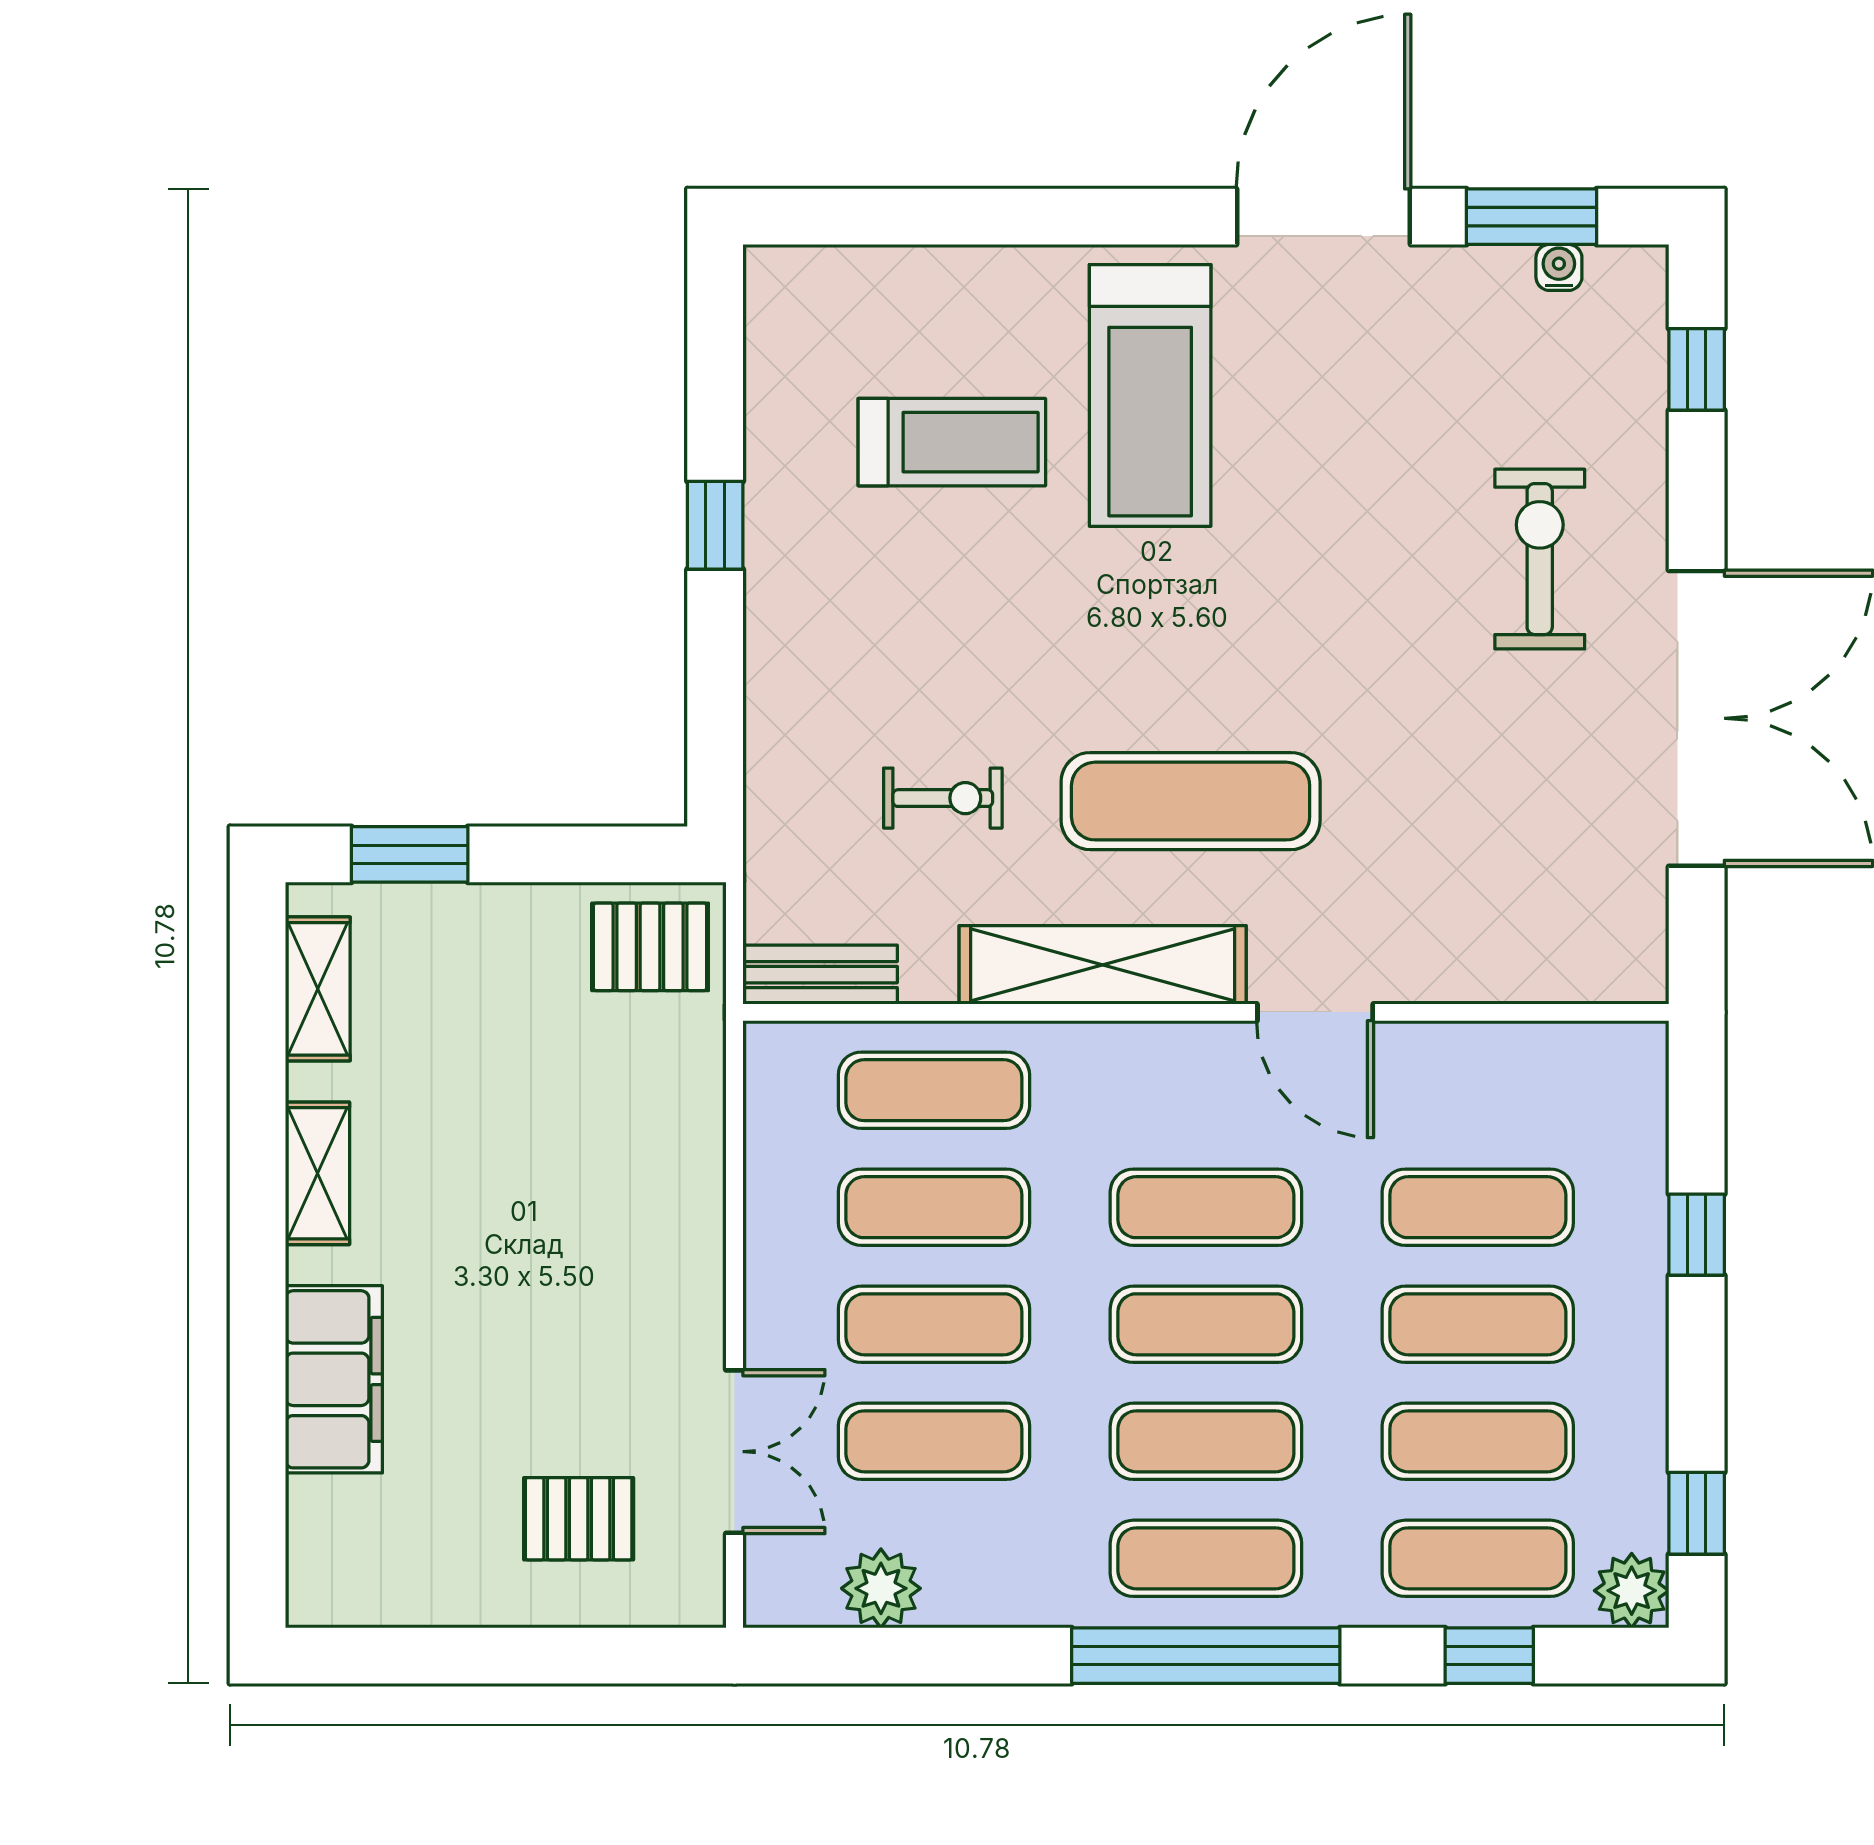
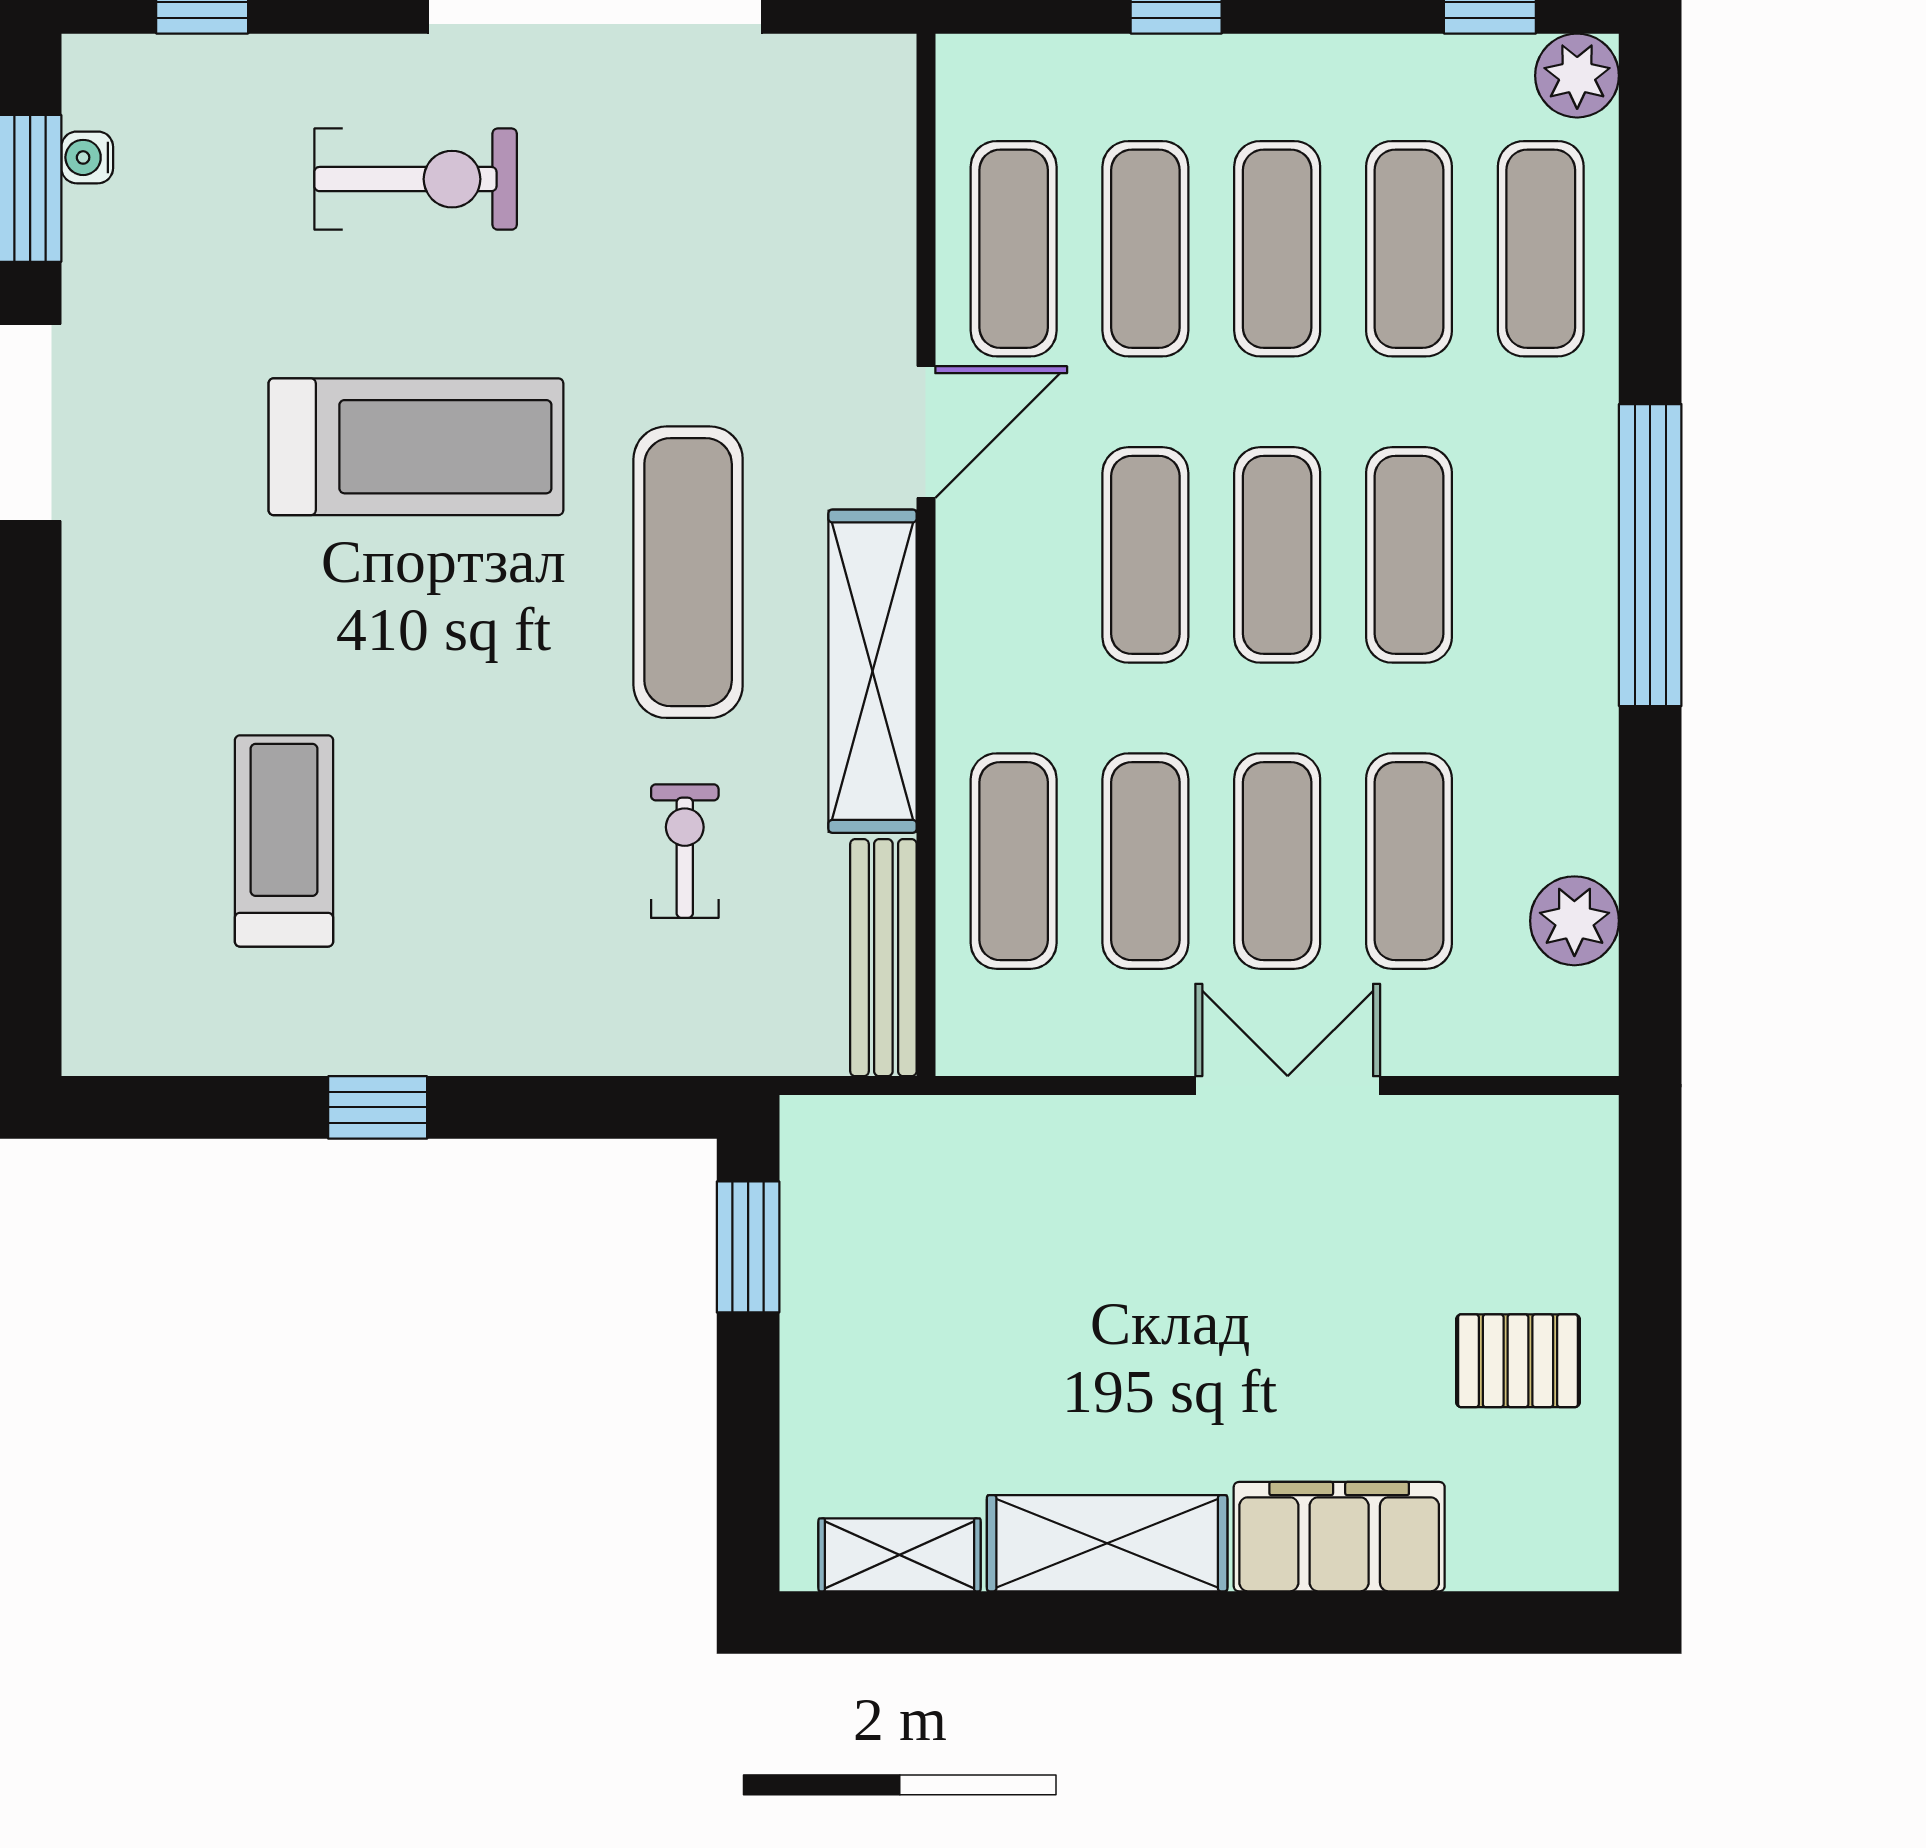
treadmill: (1150, 395) -> (416, 447), moved
exercise bike: (1540, 559) -> (416, 179), turned 180
window: (410, 854) -> (748, 1247), moved
pallet: (650, 947) -> (852, 1181), removed
bench: (820, 975) -> (883, 958), width x1.36
shelving: (317, 1173) -> (1107, 1543), width x1.50, depth x1.33
double door: (735, 1452) -> (1288, 1086), moved
pallet: (579, 1519) -> (1518, 1361), moved, turned 90
exercise mat: (1206, 1558) -> (1014, 249), moved
window: (1489, 1656) -> (1650, 236), removed

